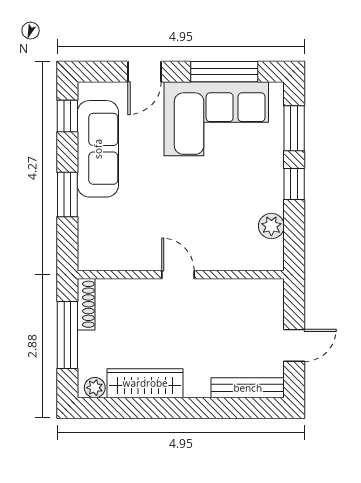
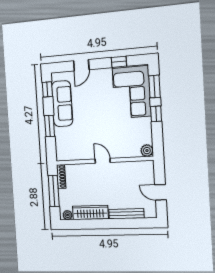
window: (224, 72) -> (119, 62), width x0.46
corner sofa: (216, 119) -> (132, 92), moved, turned 90
plant: (271, 226) -> (147, 151), moved
door: (294, 345) -> (160, 192), swing flipped
bench: (248, 388) -> (126, 214), moved

